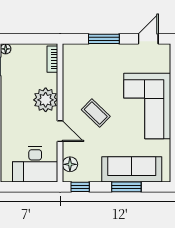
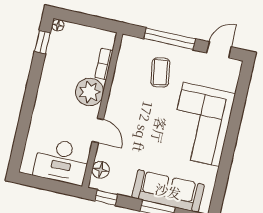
window: (104, 39) -> (170, 39), width x1.44
bookcase: (52, 59) -> (104, 64), moved
coffee table: (96, 113) -> (160, 72), moved, turned 37

